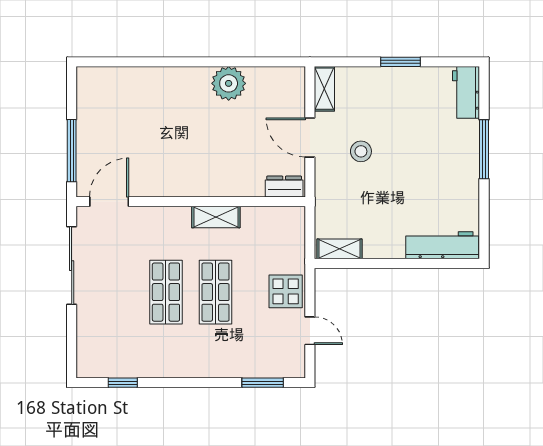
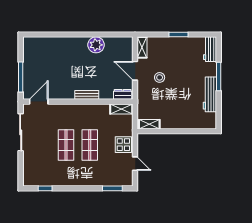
bench: (209, 188) -> (87, 95), added
shelving: (216, 217) -> (121, 109), moved
workbench: (442, 245) -> (210, 94), moved, turned -90

